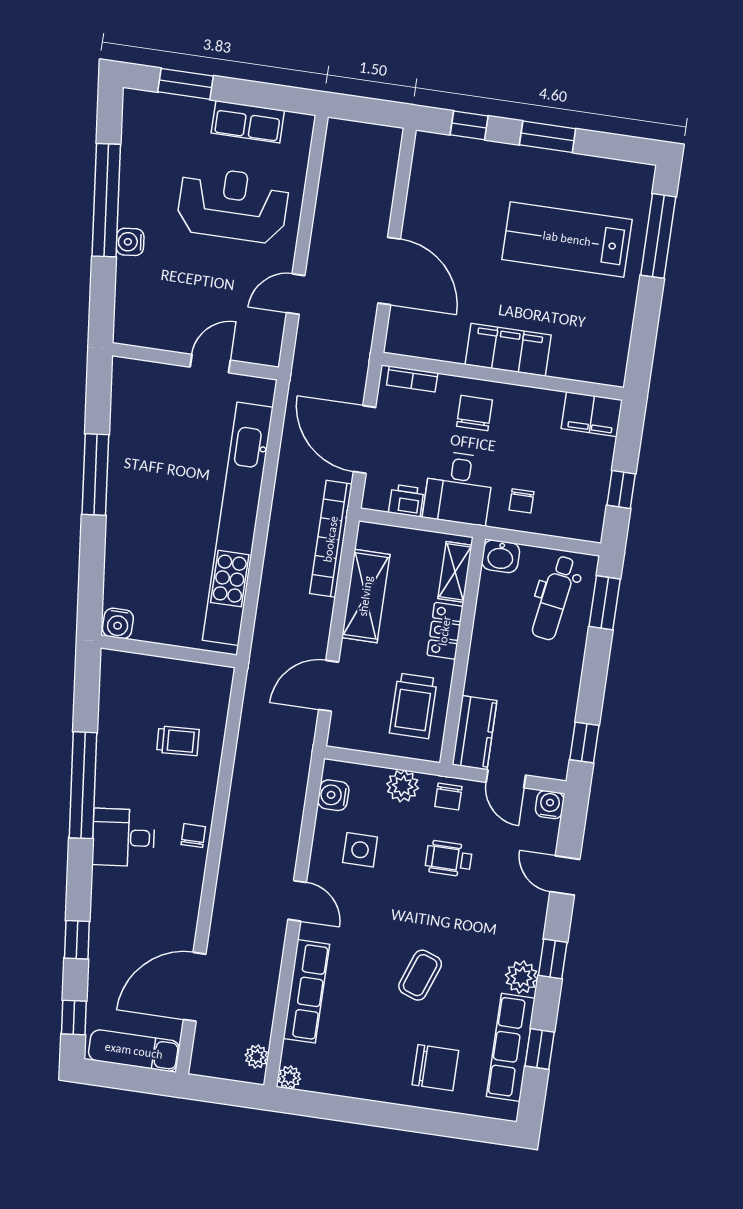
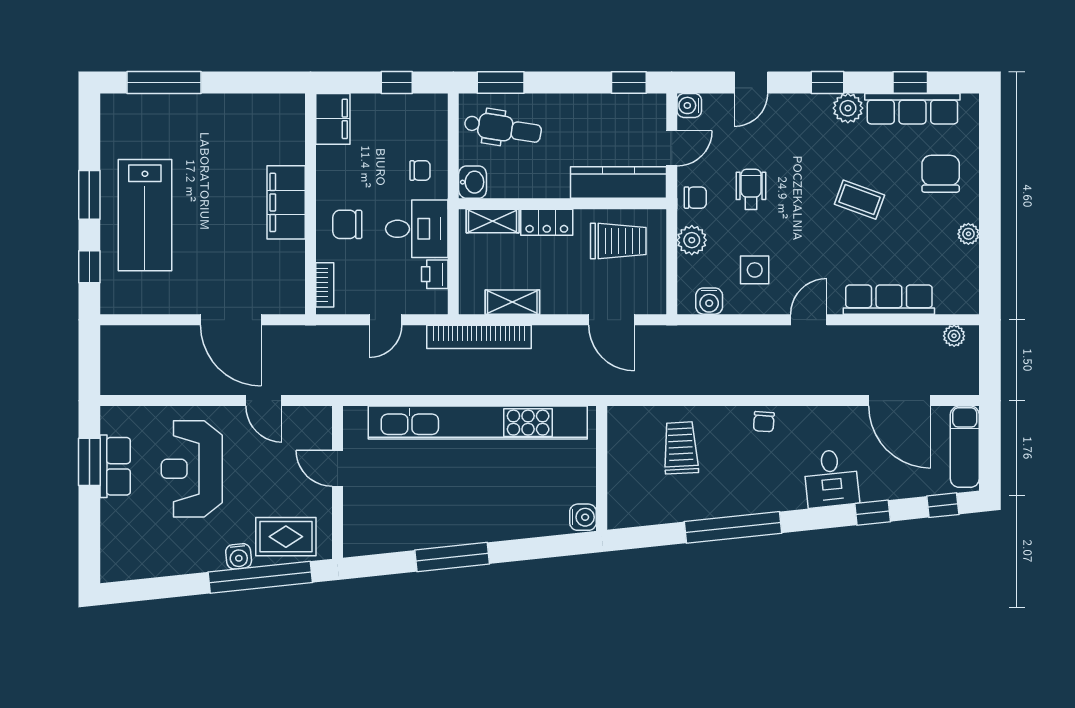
window: (186, 84) -> (89, 462), moved
window: (106, 200) -> (260, 577), moved
lab bench: (567, 239) -> (145, 215), moved
door: (389, 271) -> (231, 320), swing flipped
rug: (144, 297) -> (286, 537), added
door: (364, 440) -> (385, 320), width x0.53
shelving: (366, 596) -> (512, 302), width x0.67, depth x0.75
kitchen counter: (474, 733) -> (618, 182), width x1.50
trolley: (178, 741) -> (681, 448), width x1.36, depth x1.39
chair: (193, 836) -> (764, 422), turned -86
desk: (123, 838) -> (831, 478), moved
wheelchair: (449, 859) -> (751, 189), turned 180
plant: (289, 1077) -> (968, 234), moved

